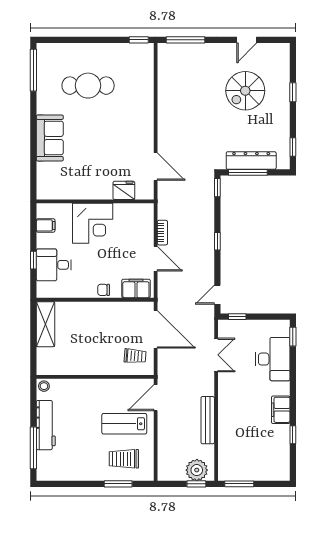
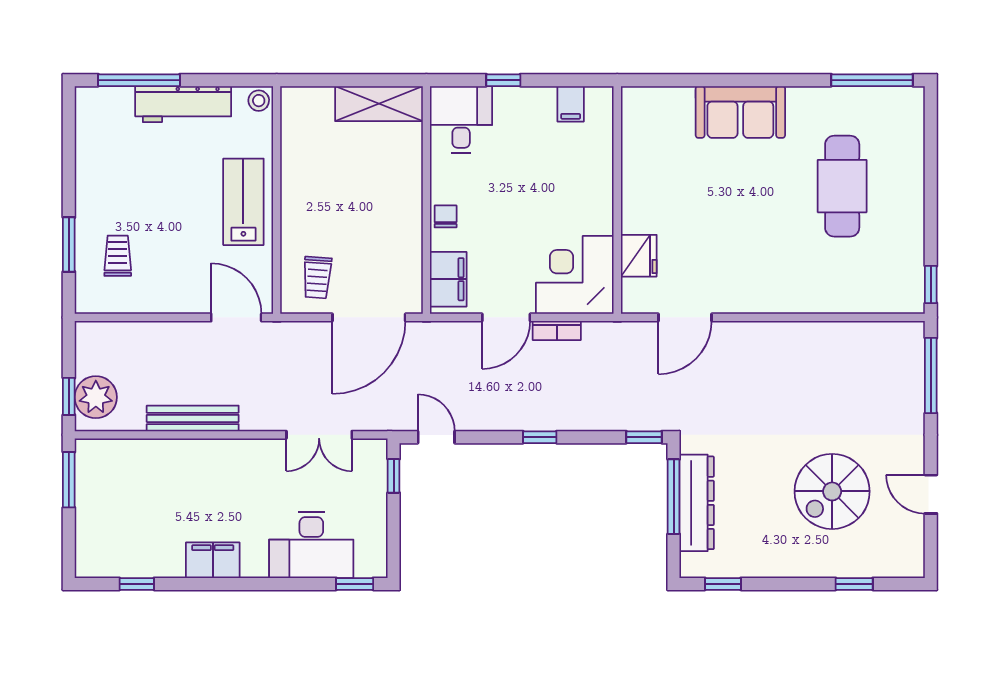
spiral stairs: (245, 91) -> (832, 491), turned -90
window: (293, 92) -> (854, 584), moved
corner desk: (93, 223) -> (575, 275), moved, turned 90
desk: (54, 265) -> (461, 120), moved
lab bench: (124, 424) -> (243, 202), moved
window: (293, 435) -> (137, 584), moved
trolley: (124, 459) -> (118, 256), width x0.73, depth x0.72

